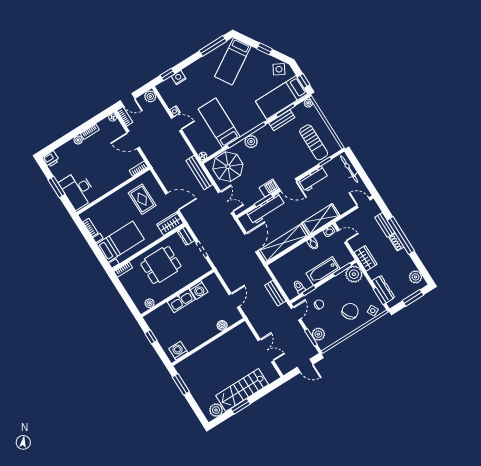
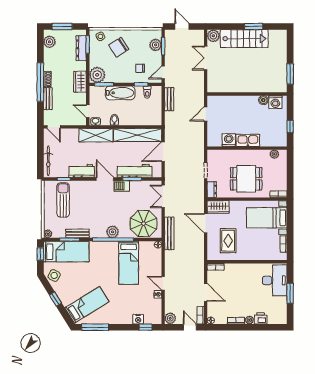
printer: (51, 159) -> (261, 318), moved
boiler: (222, 325) -> (263, 100), moved
plant: (216, 410) -> (213, 36), moved

